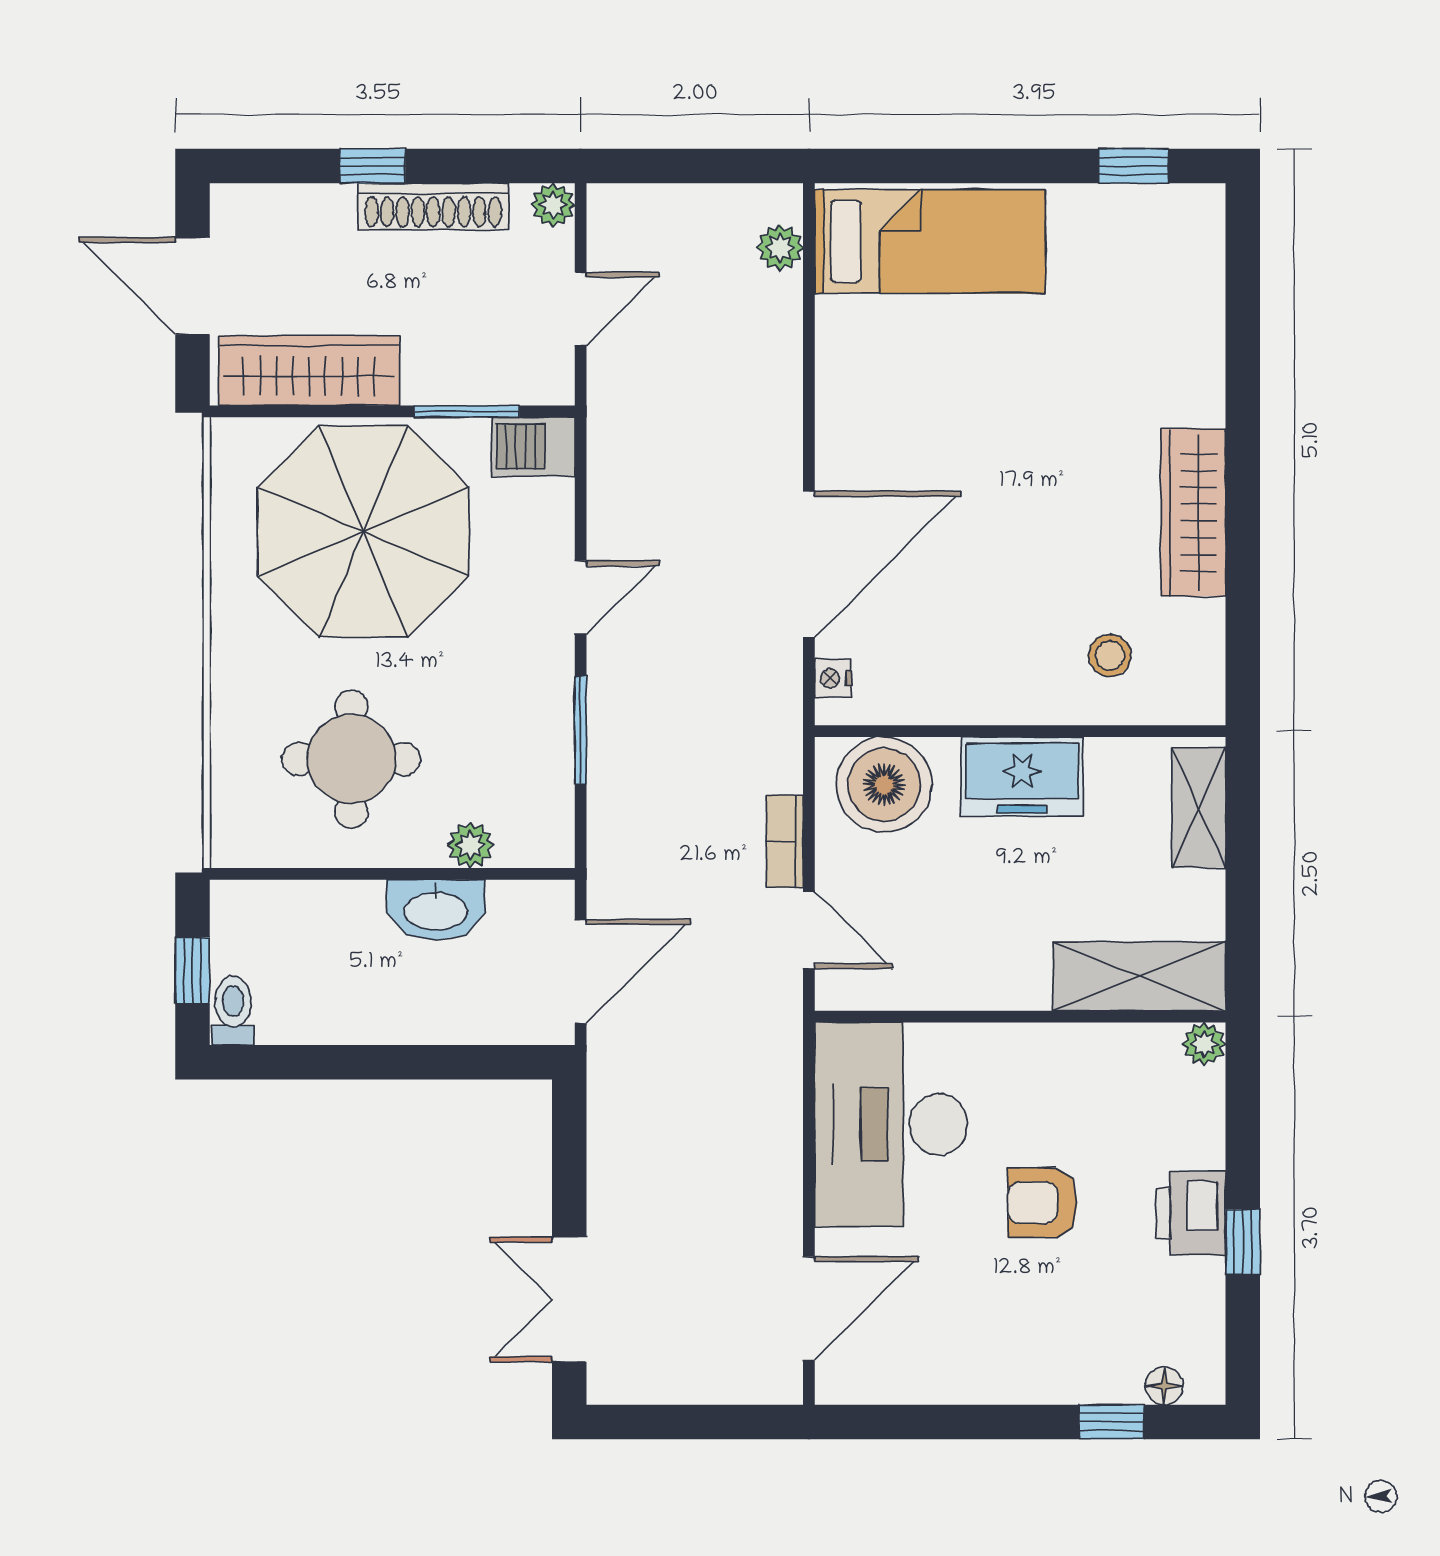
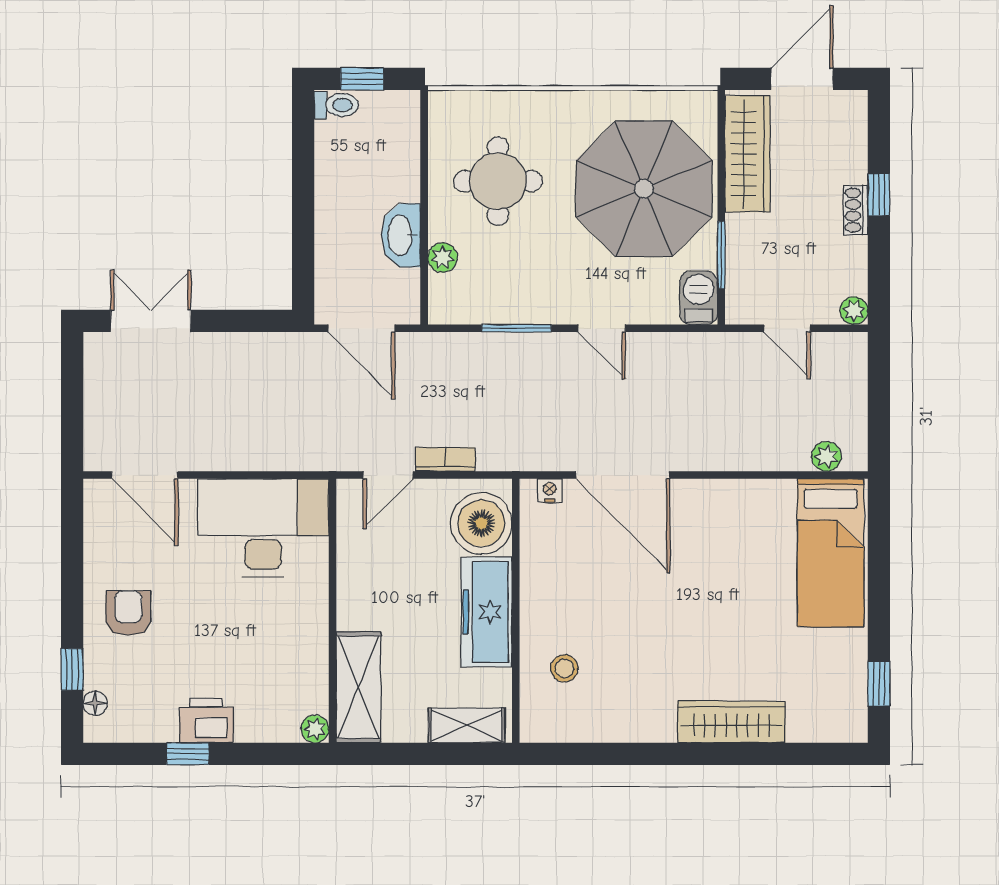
shoe rack: (433, 206) -> (856, 210), width x0.51, depth x0.81
wardrobe: (1193, 513) -> (731, 722), moved
freezer: (1022, 777) -> (487, 612), width x1.40
armchair: (1042, 1203) -> (128, 613), moved

